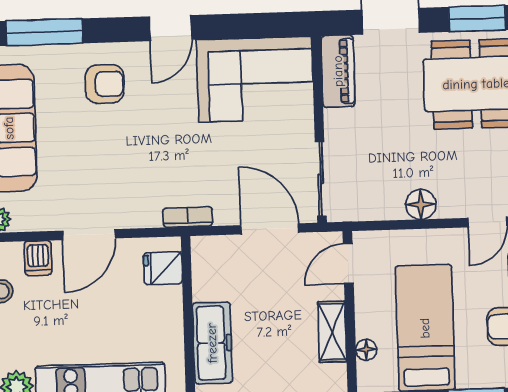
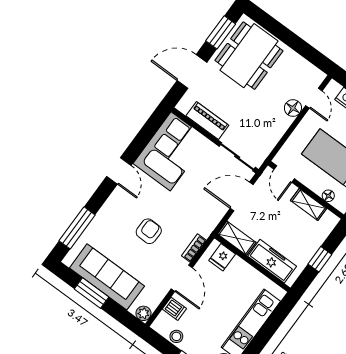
piano: (338, 71) -> (207, 121), moved
armchair: (105, 84) -> (149, 231), moved
floor lamp: (421, 204) -> (293, 108), moved
bookcase: (188, 217) -> (194, 248), moved
shelving: (206, 268) -> (237, 238), added

